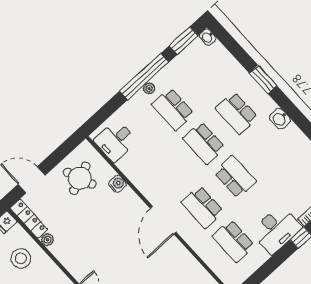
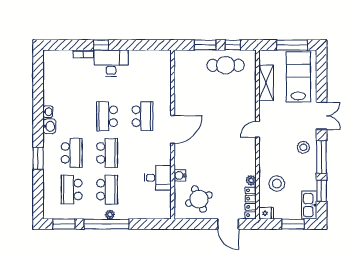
washbasin: (208, 37) -> (48, 112), moved
desk: (115, 141) -> (158, 178), moved
school desk: (233, 241) -> (72, 190), moved, turned 180

